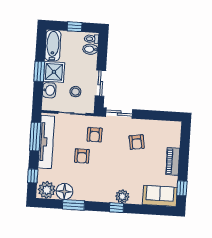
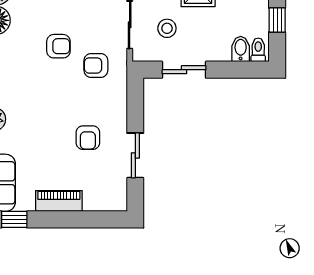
sliding door: (119, 113) -> (135, 155), moved
armchair: (137, 142) -> (88, 138), turned -81
armchair: (82, 156) -> (58, 46), turned 180

